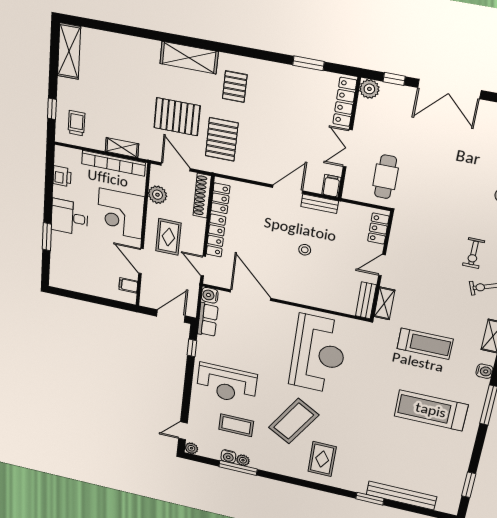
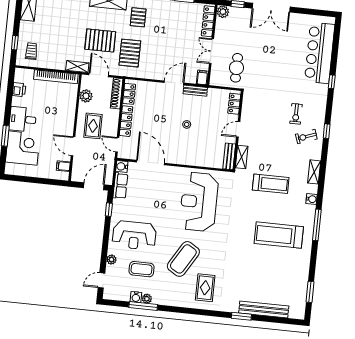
shelving: (122, 148) -> (77, 67), moved
corner desk: (120, 214) -> (23, 148), moved, turned 180
reception desk: (318, 354) -> (199, 202), turned 180
plant: (191, 448) -> (111, 260), moved

